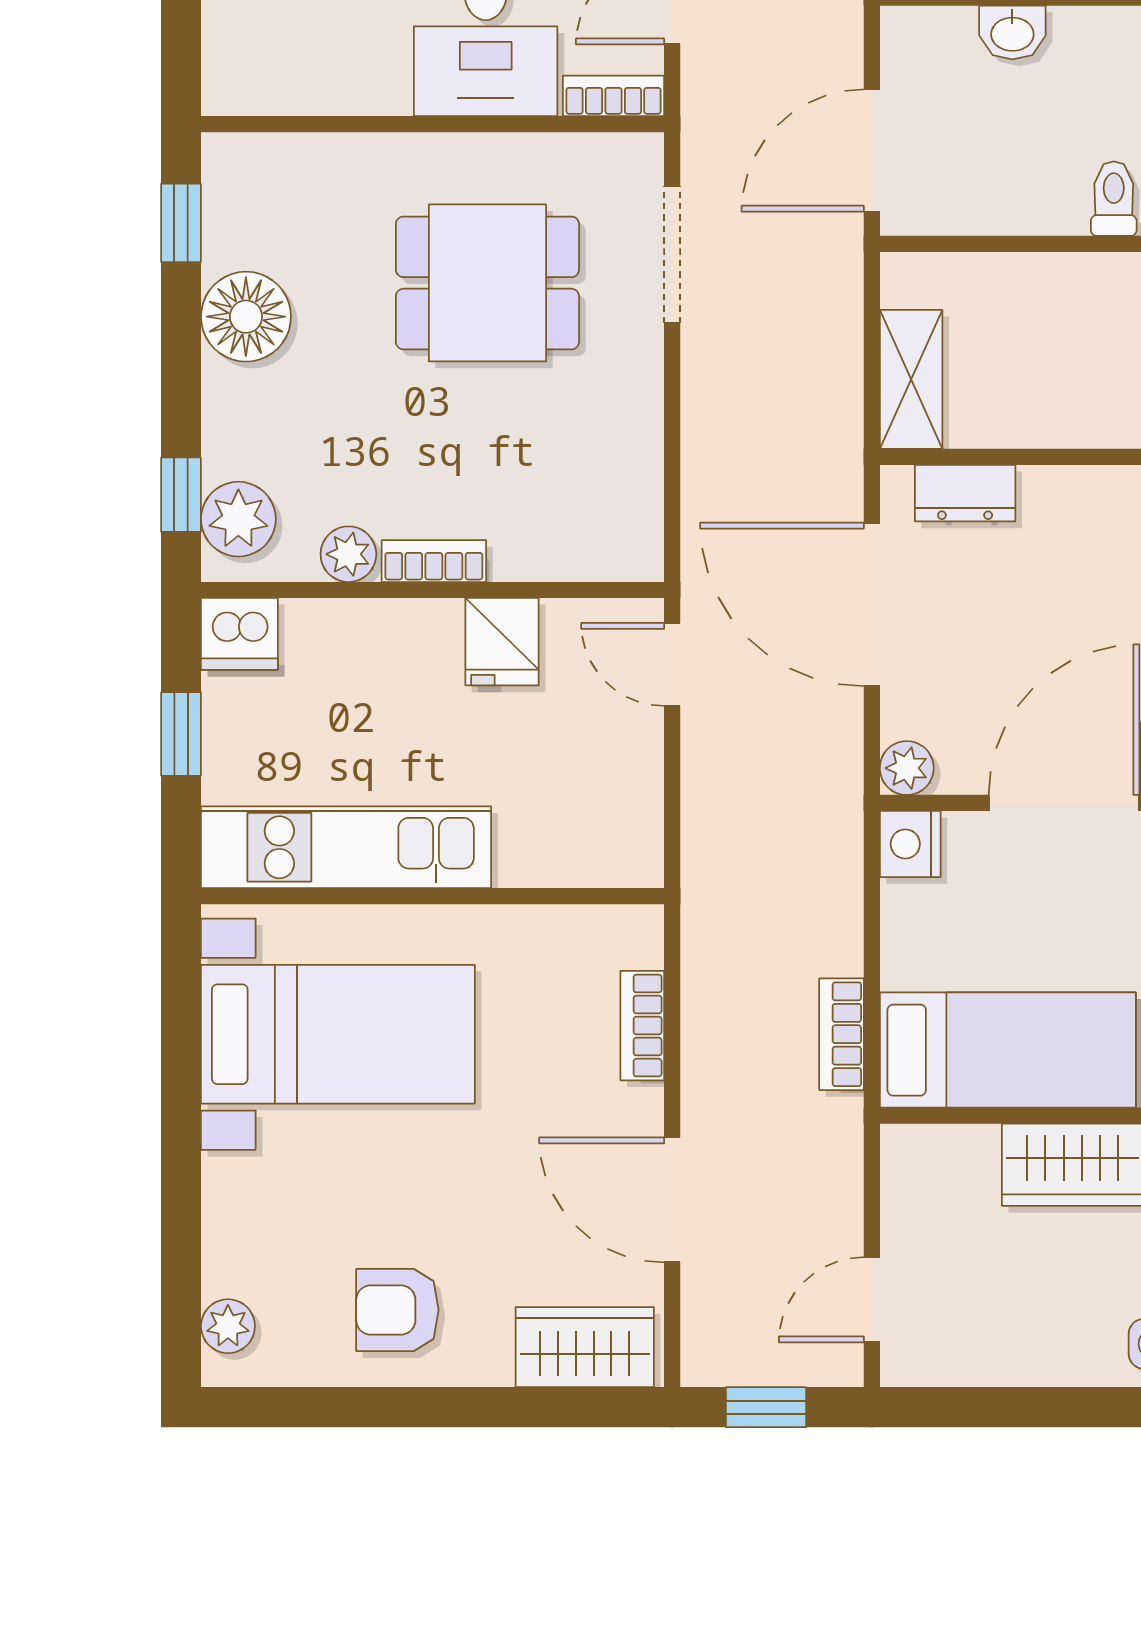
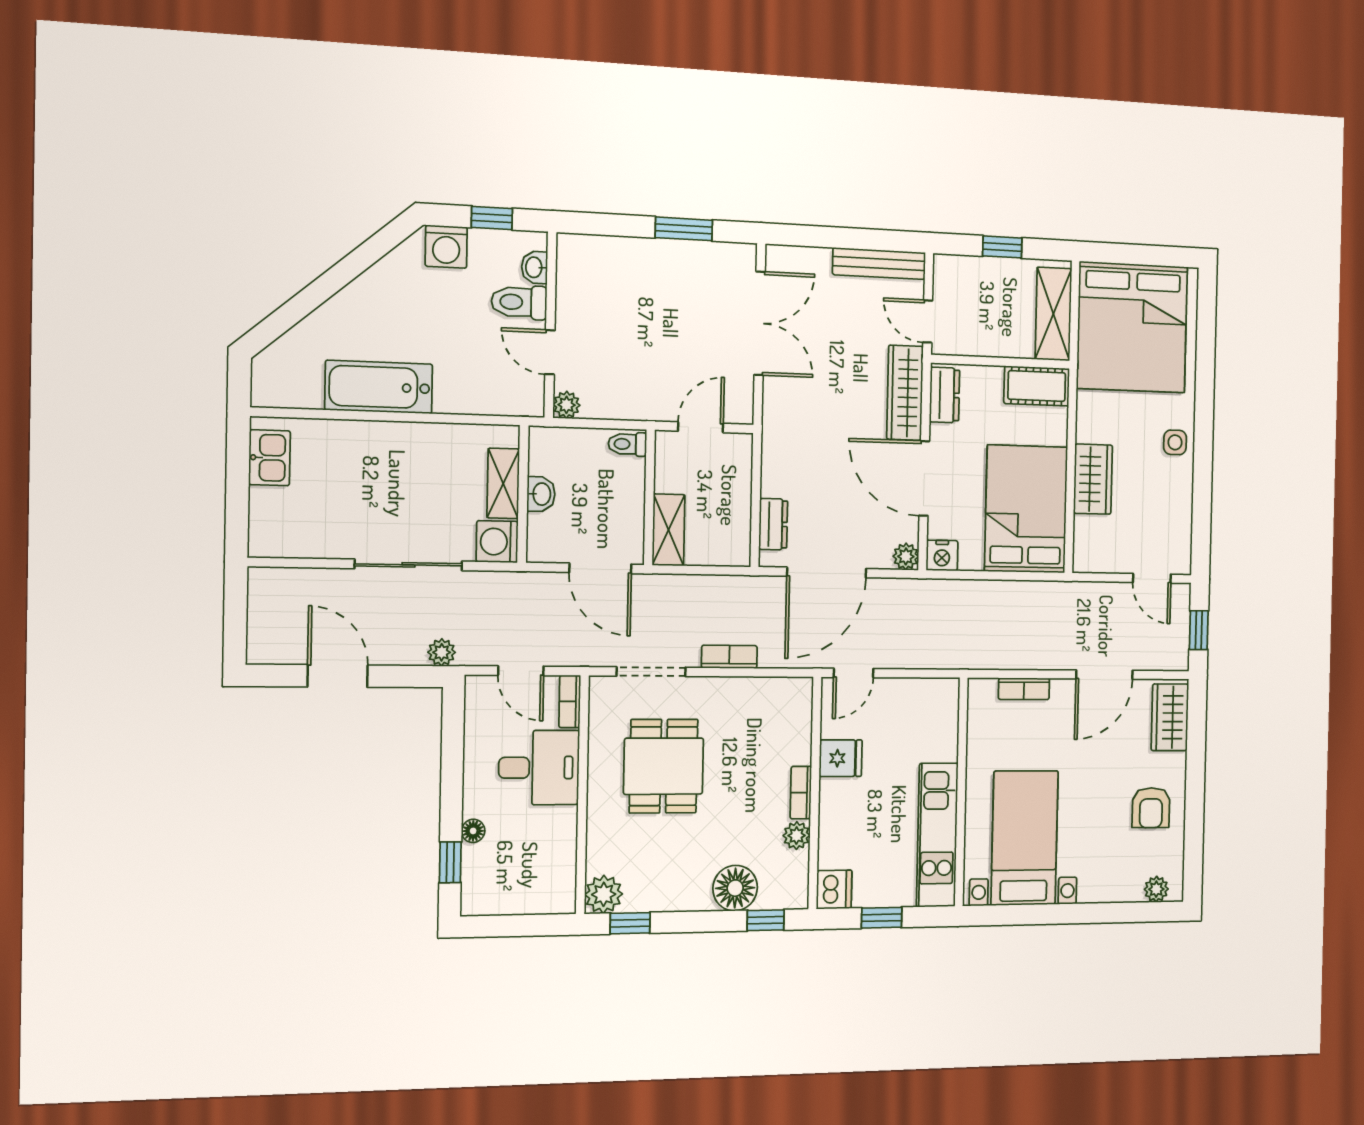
floor lamp: (246, 317) -> (735, 888), moved
shelving: (911, 379) -> (669, 530), moved, turned 90
plant: (238, 519) -> (604, 894), moved
bookcase: (841, 1034) -> (729, 657), moved, turned 180
bed: (1008, 1050) -> (1026, 509), width x1.50

